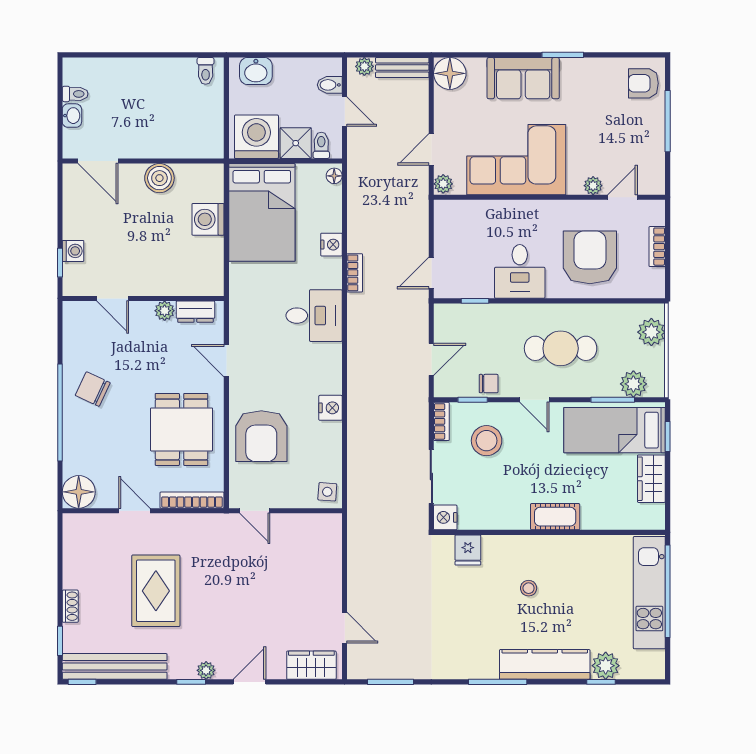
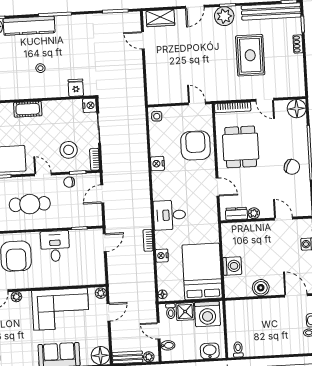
plant: (206, 670) -> (224, 16), width x1.88, depth x1.88

